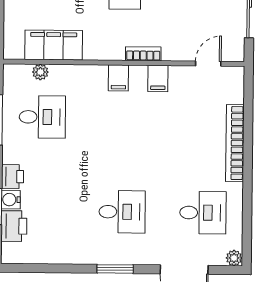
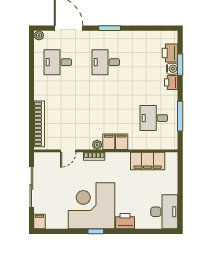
door: (208, 64) -> (68, 151), moved
plant: (40, 72) -> (97, 145), moved
filing cabinet: (158, 78) -> (122, 142), moved
bookcase: (235, 143) -> (39, 124), moved

